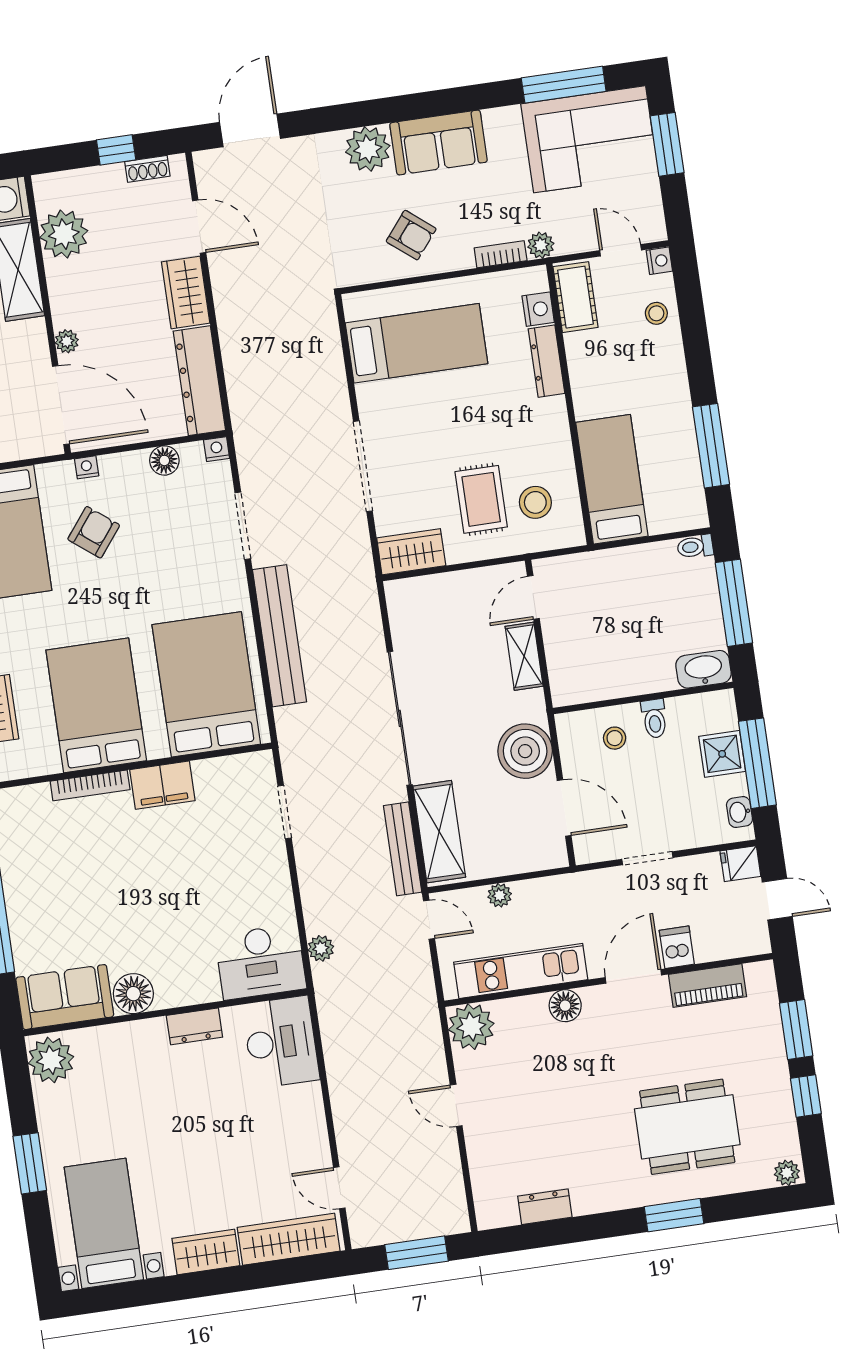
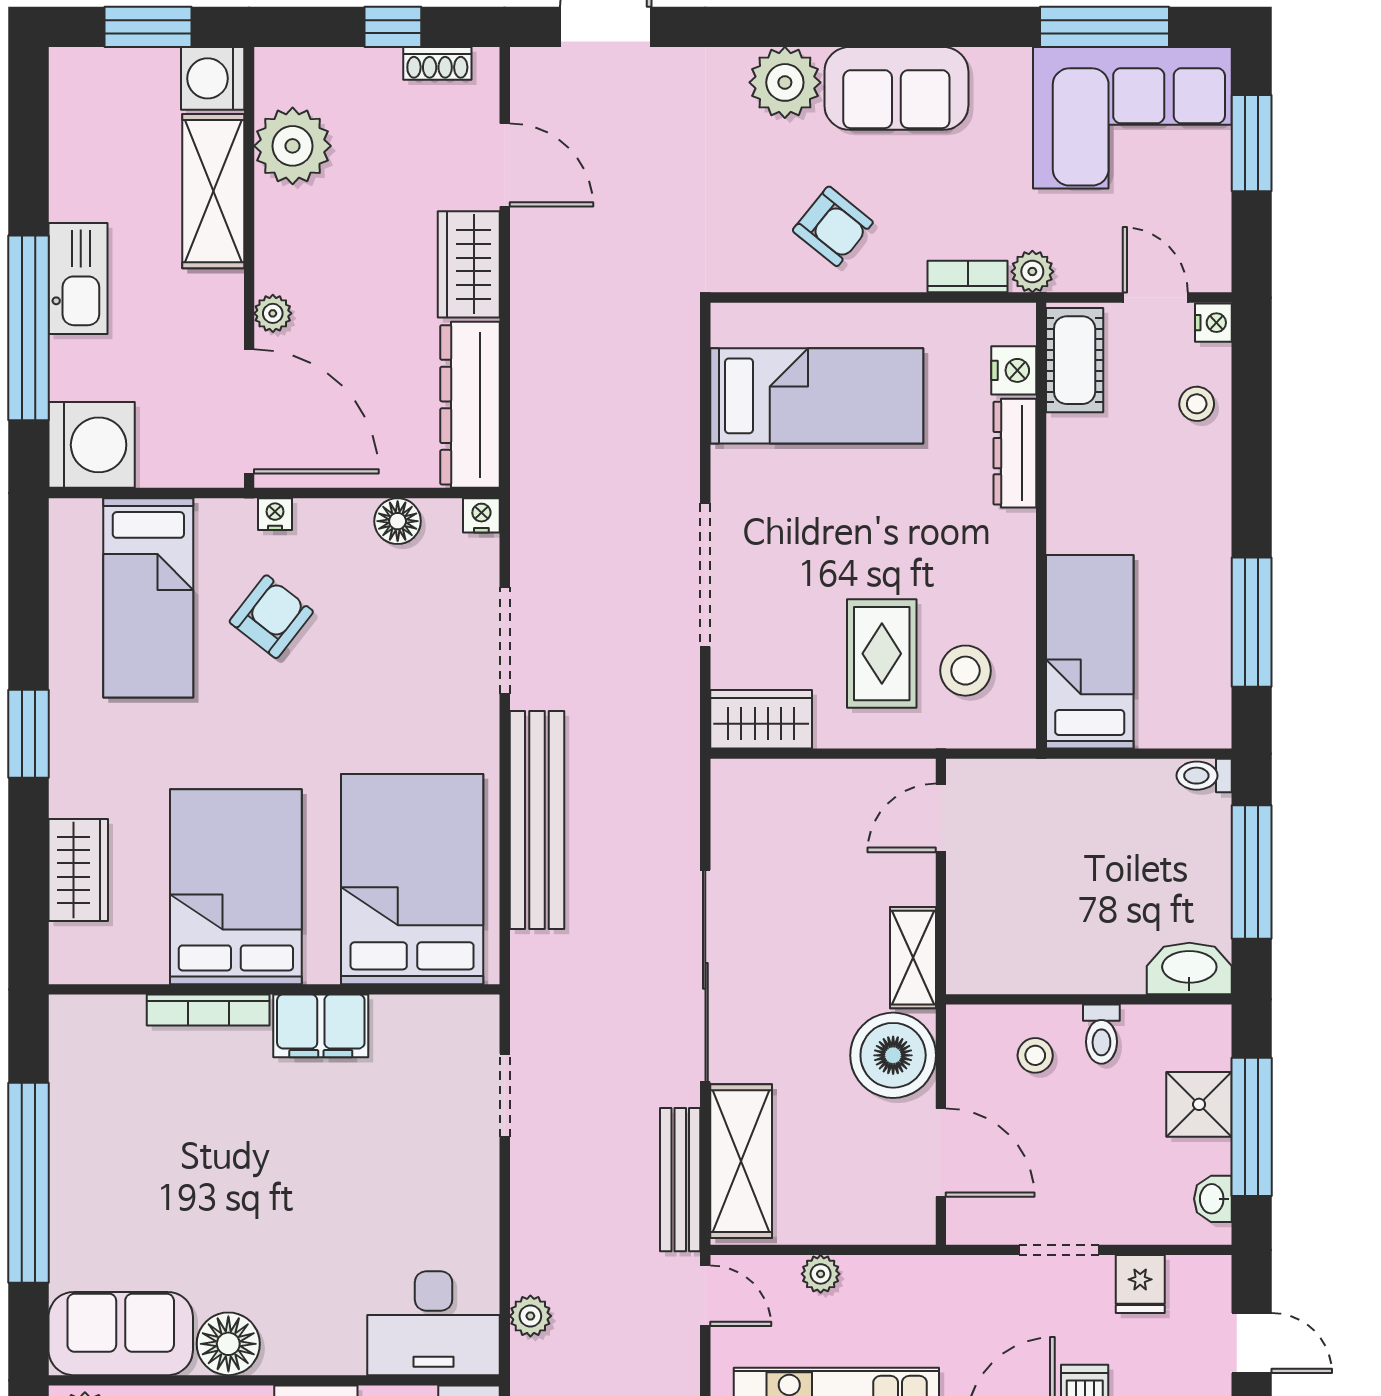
shelving: (524, 656) -> (913, 958), moved
fridge: (740, 864) -> (1140, 1284), moved, turned -90

